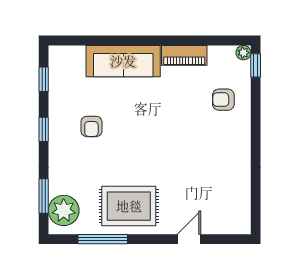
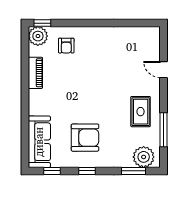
plant: (243, 53) -> (38, 36), width x1.87, depth x1.87
sofa: (123, 61) -> (39, 142), moved
armchair: (91, 126) -> (85, 138), width x1.88, depth x1.88
rug: (129, 206) -> (141, 112), width x0.73, depth x0.70

